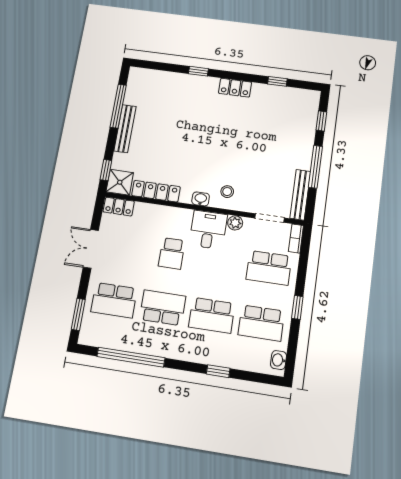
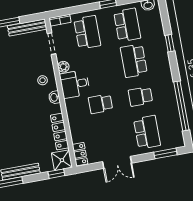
school desk: (172, 253) -> (101, 104), turned 180
school desk: (163, 308) -> (140, 96), width x0.54
school desk: (212, 315) -> (134, 61), turned 180

